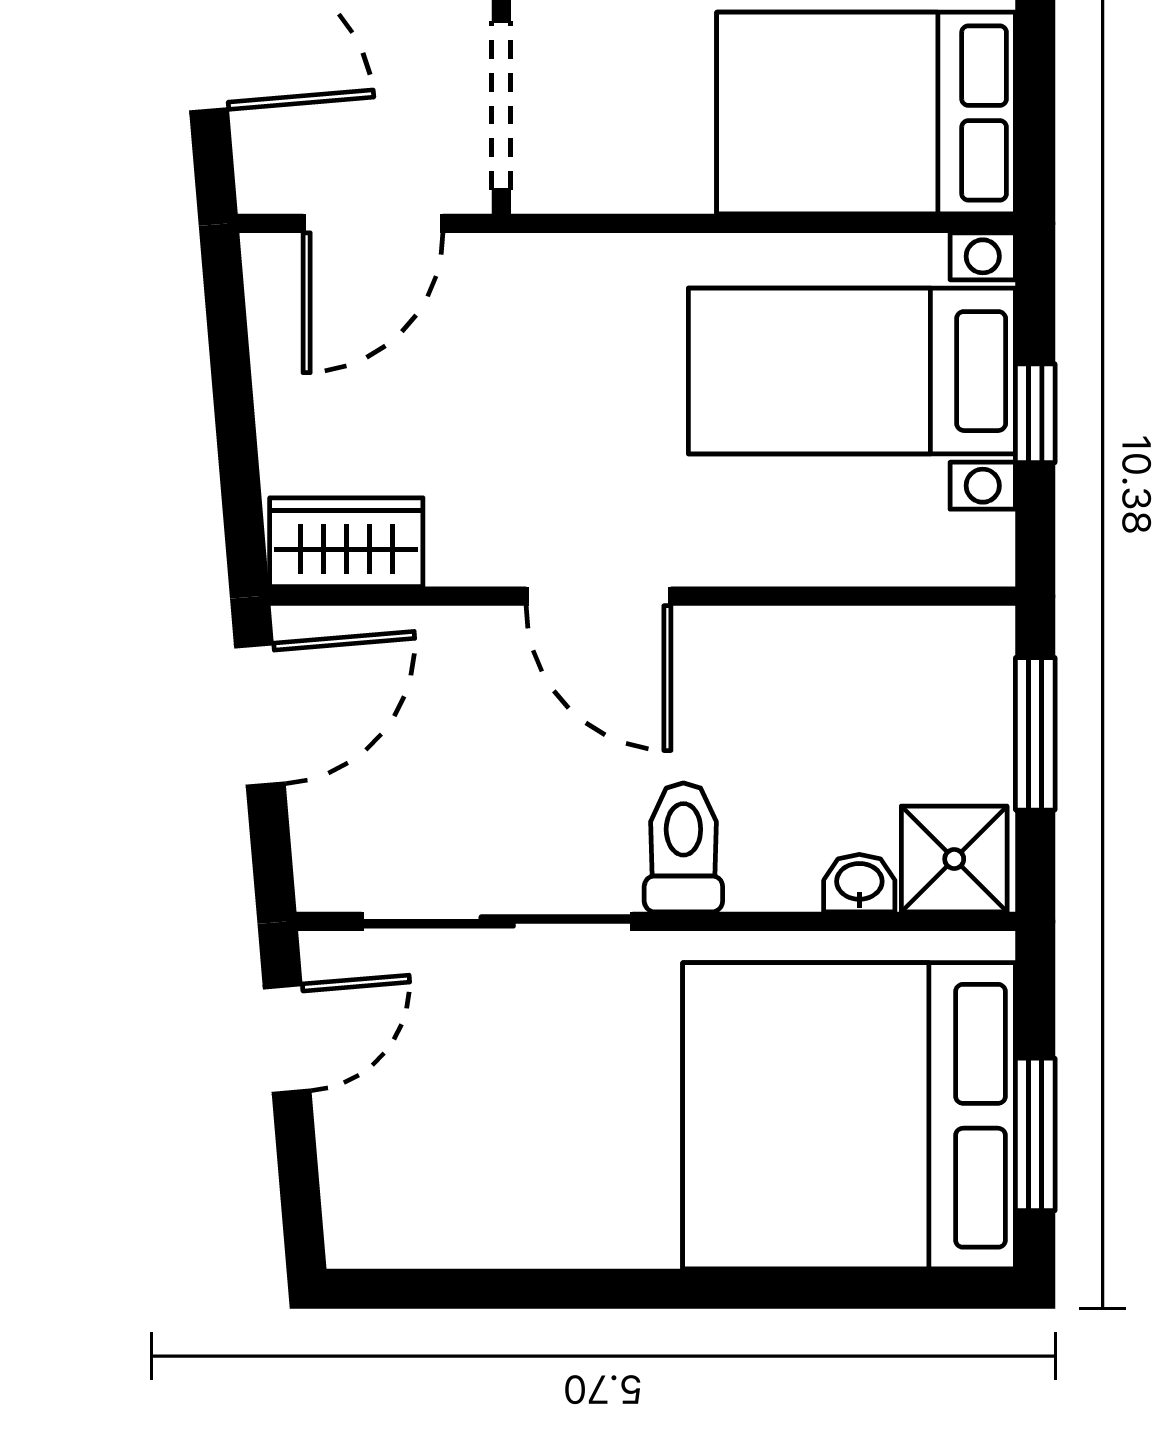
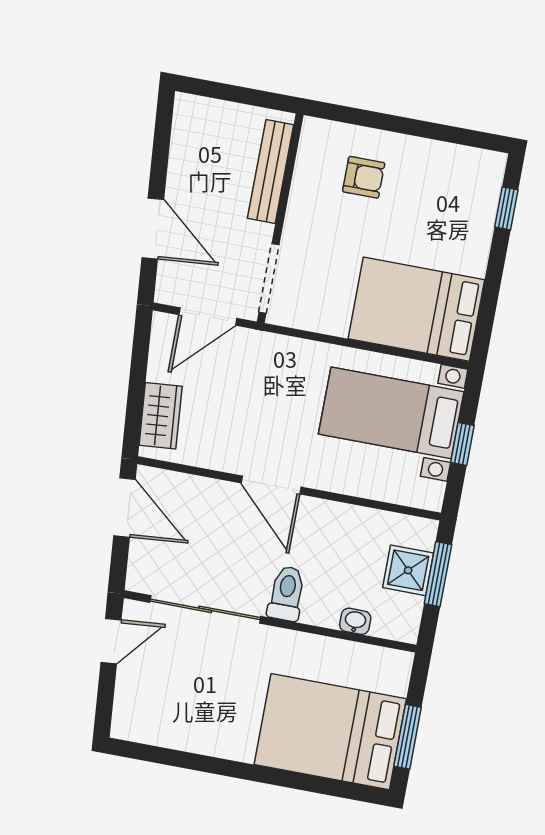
wardrobe: (346, 542) -> (161, 416), moved, turned 85
door: (260, 715) -> (125, 508), hinge flipped
shower: (954, 859) -> (408, 570), moved
bed: (849, 1116) -> (330, 732), width x0.73

